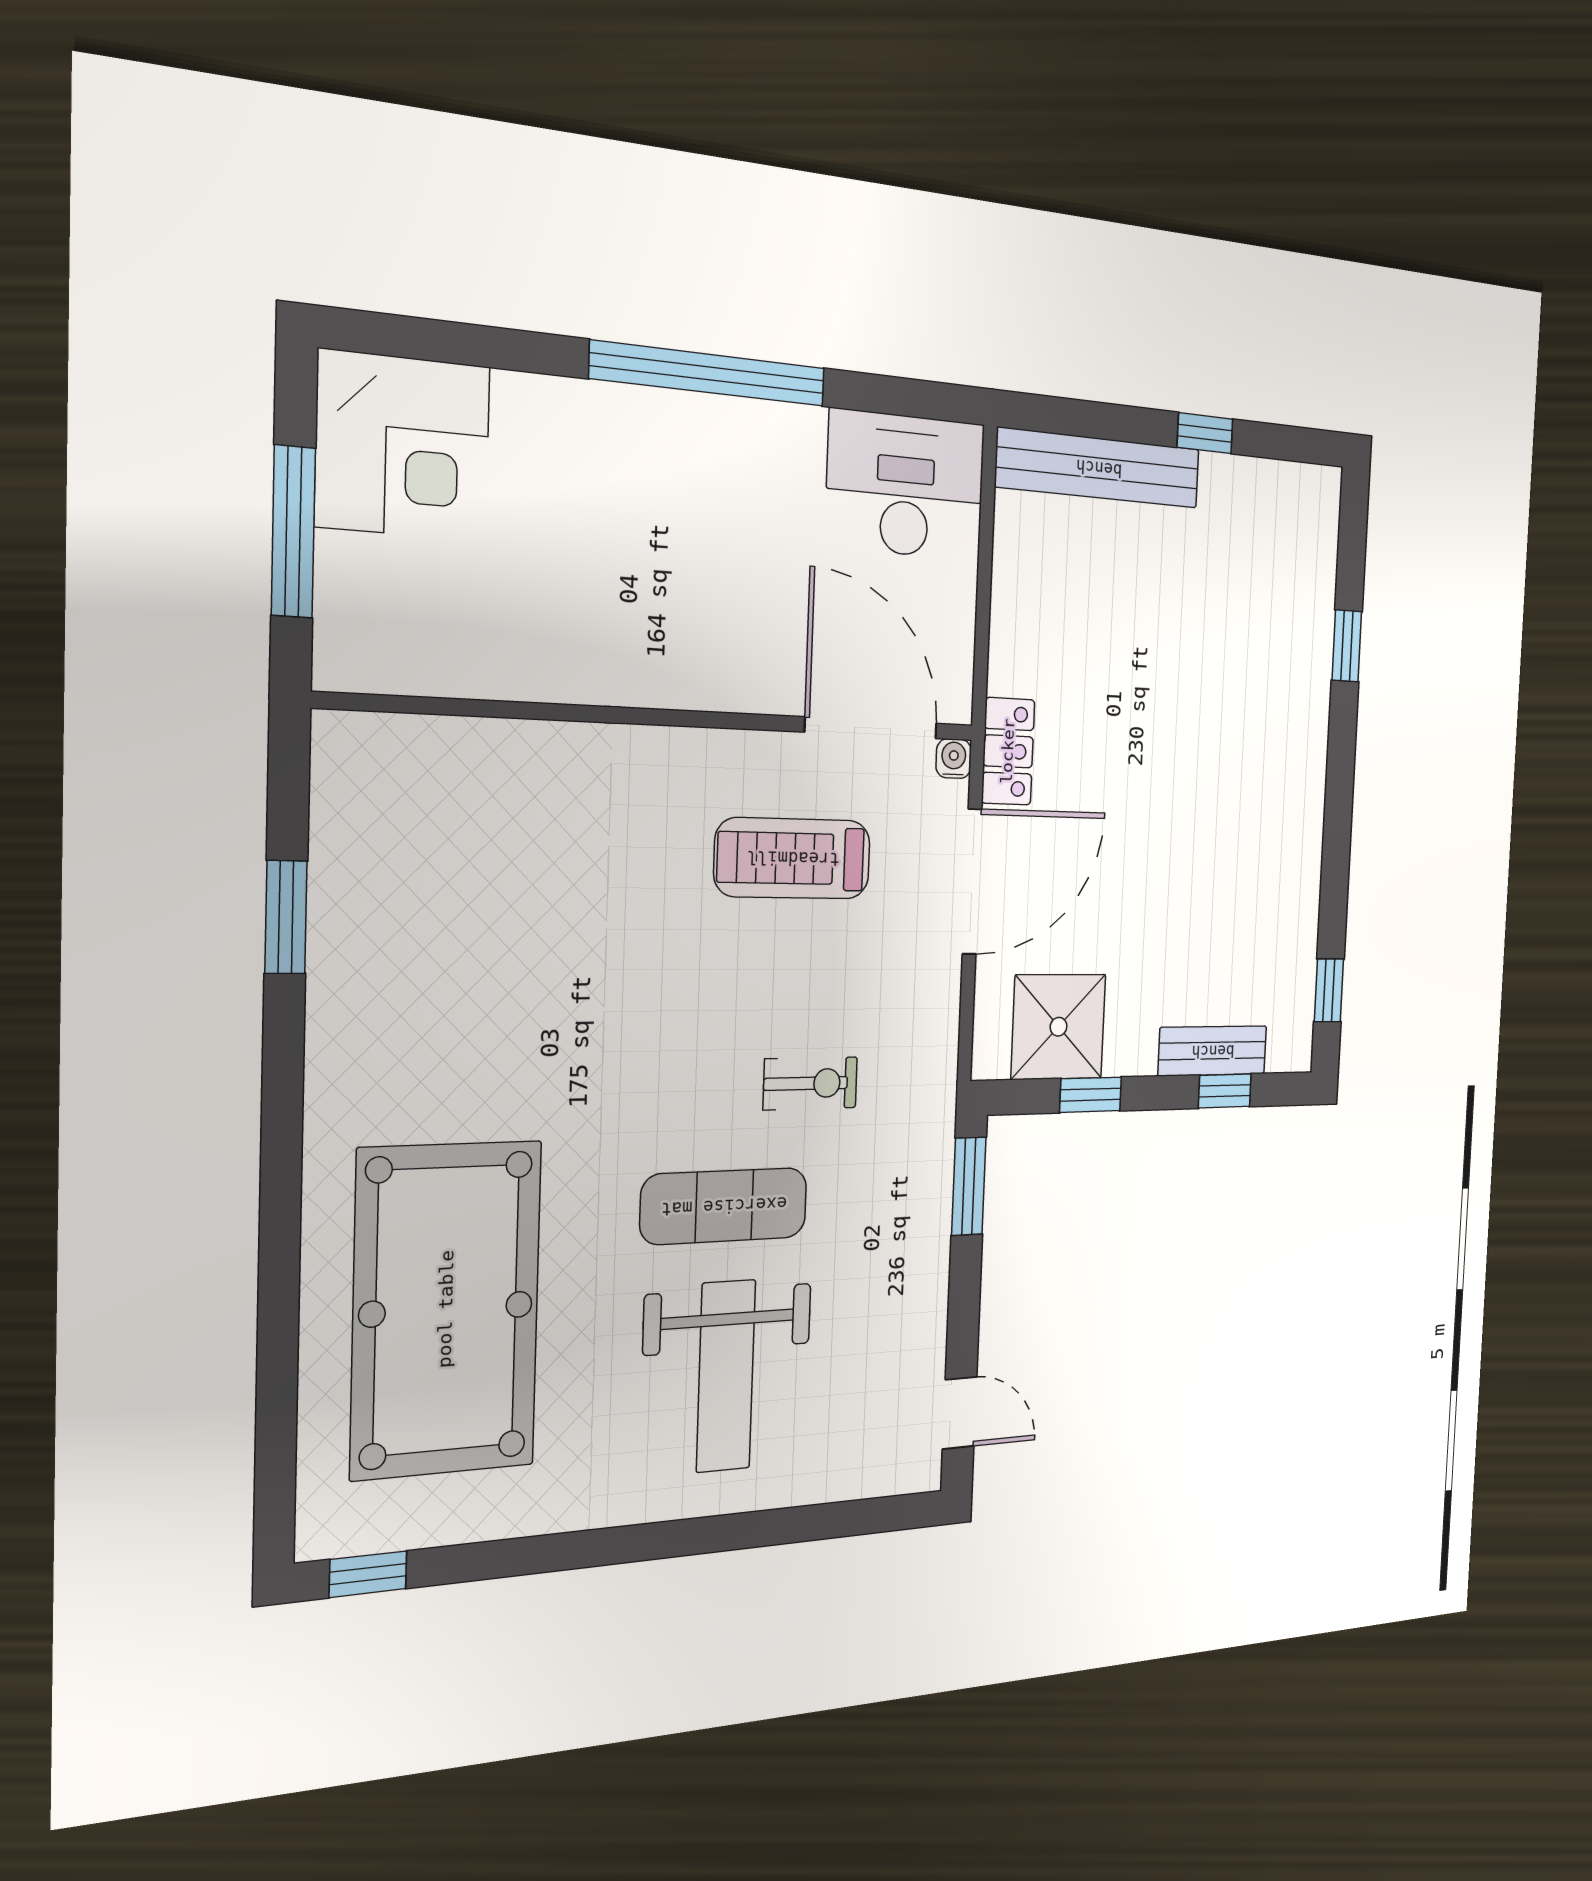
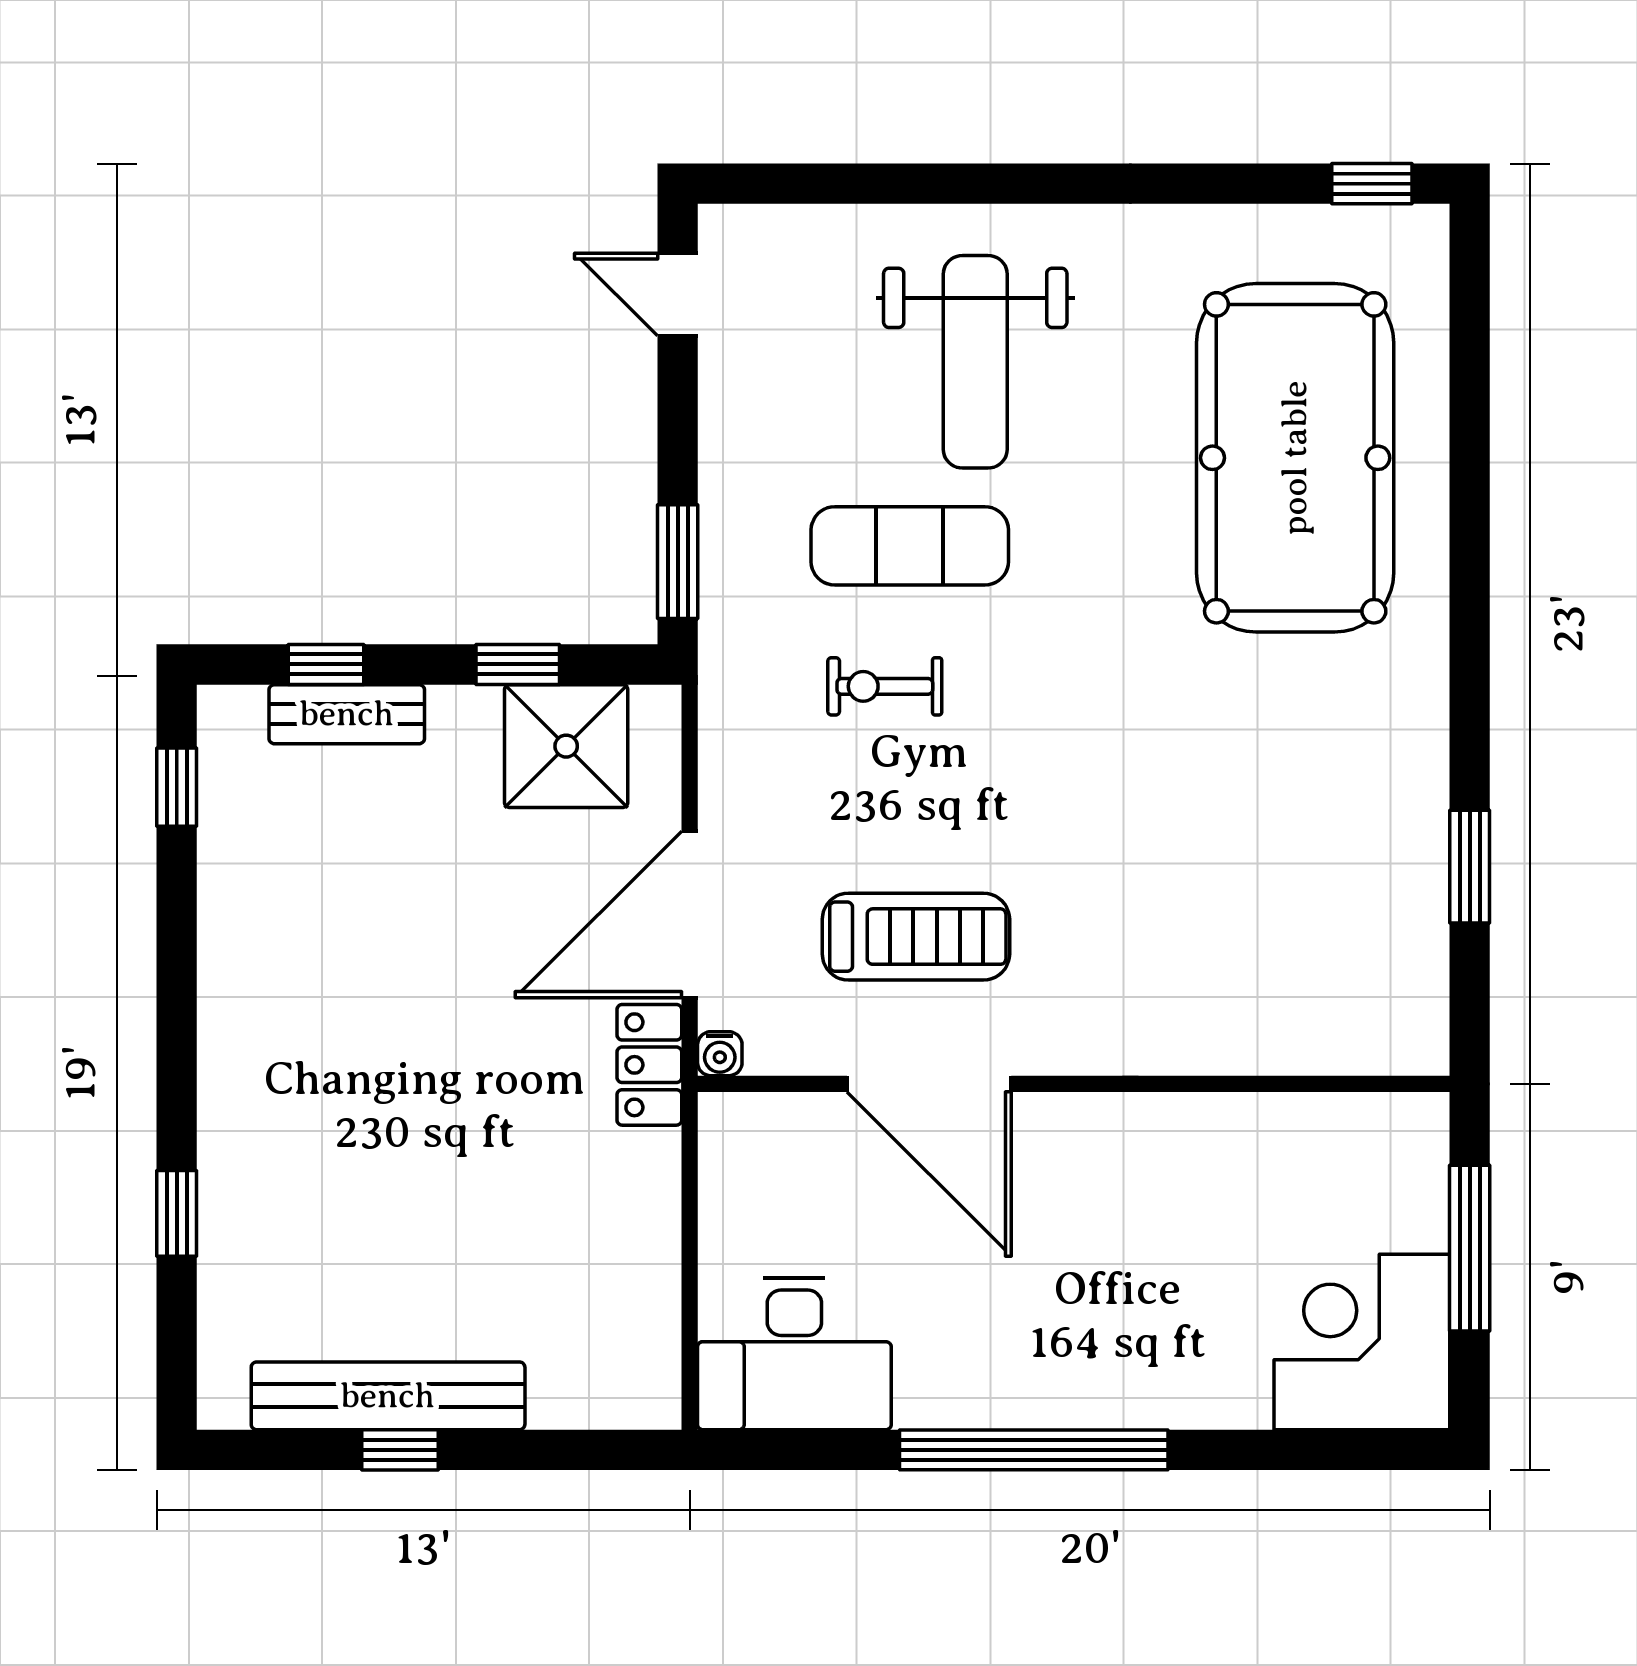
bench: (1099, 468) -> (388, 1396), moved
door: (871, 728) -> (929, 1084), moved
exercise mat: (724, 1206) -> (910, 546), moved
weight bench: (726, 1376) -> (975, 362), turned 180

